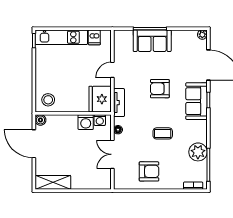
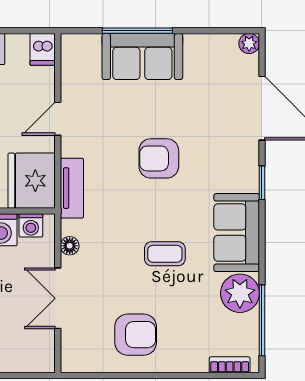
dishwasher: (94, 37) -> (43, 49), moved
sofa: (196, 101) -> (237, 233), moved

